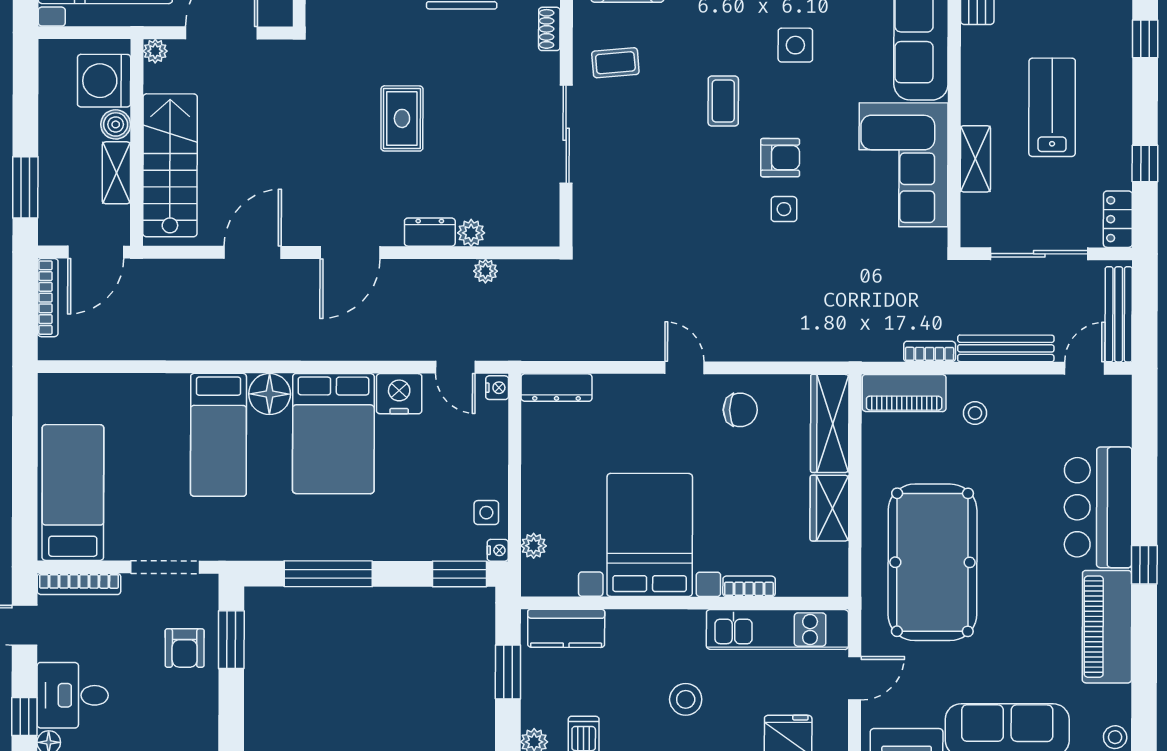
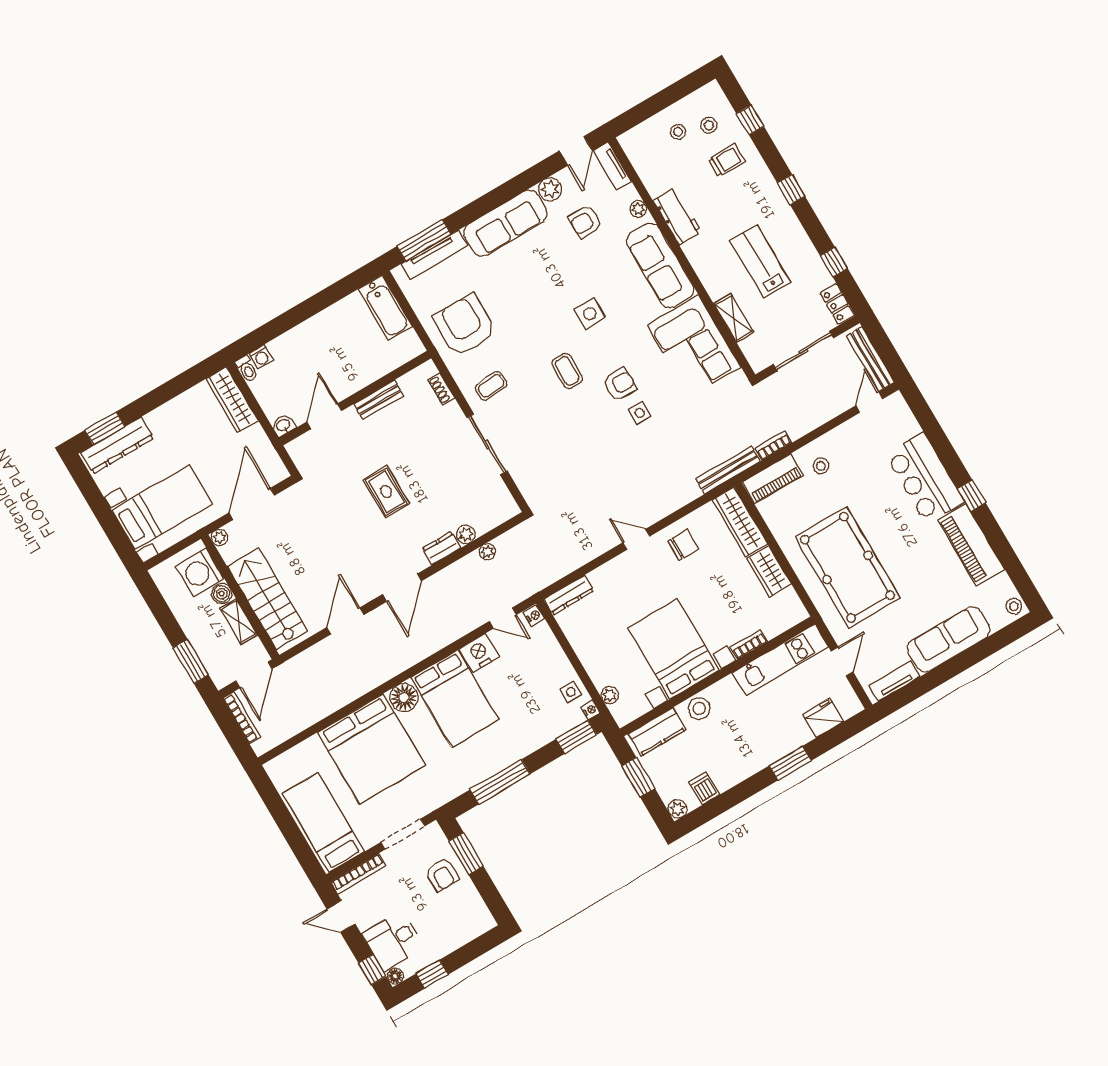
bench: (1006, 348) -> (728, 470), moved
bed: (218, 435) -> (371, 749), width x2.04
stool: (686, 699) -> (699, 709), moved

